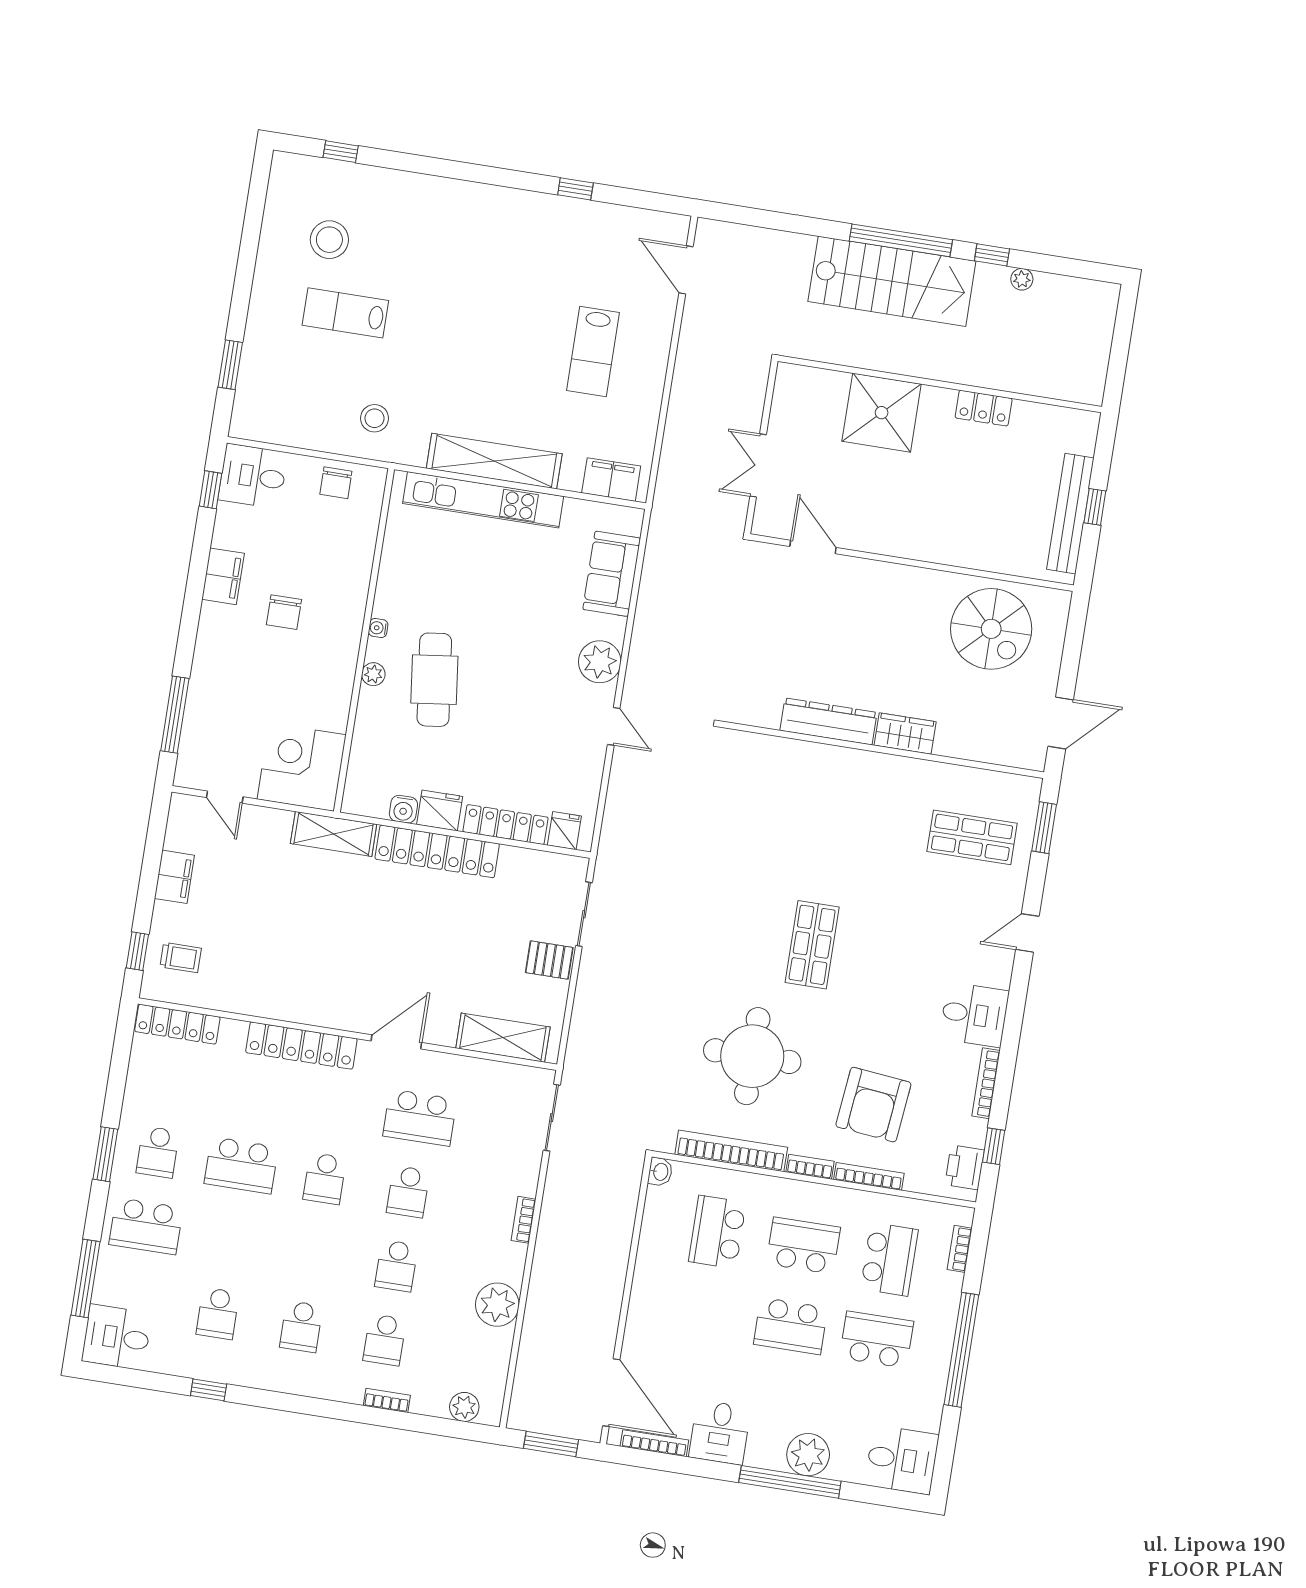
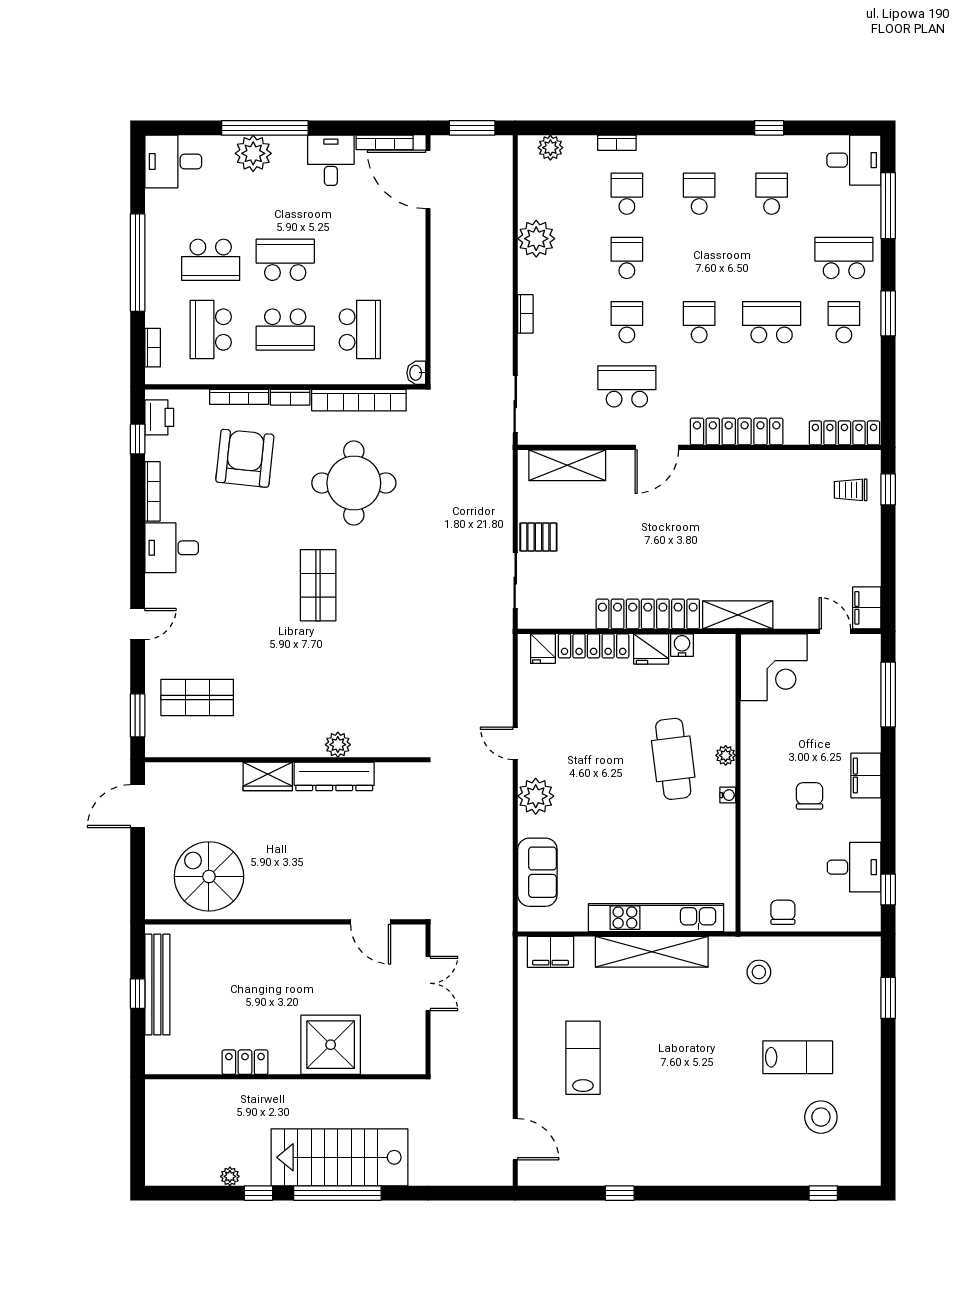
desk: (253, 476) -> (854, 867), moved
filing cabinet: (223, 576) -> (866, 776), moved
plant: (818, 757) -> (338, 745), added
filing cabinet: (174, 877) -> (867, 608), moved

